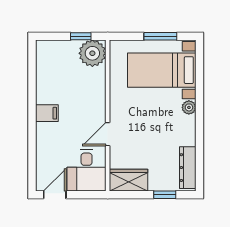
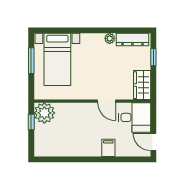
plant: (189, 107) -> (110, 38), moved
filing cabinet: (47, 113) -> (108, 148), moved

